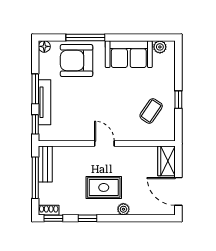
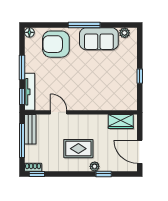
window: (85, 37) -> (84, 25), moved
tv unit: (45, 102) -> (30, 92), moved
coffee table: (151, 111) -> (117, 86), removed
door: (104, 144) -> (59, 112), moved
wardrobe: (167, 161) -> (121, 121), moved, turned -90
window: (87, 218) -> (104, 174), moved

